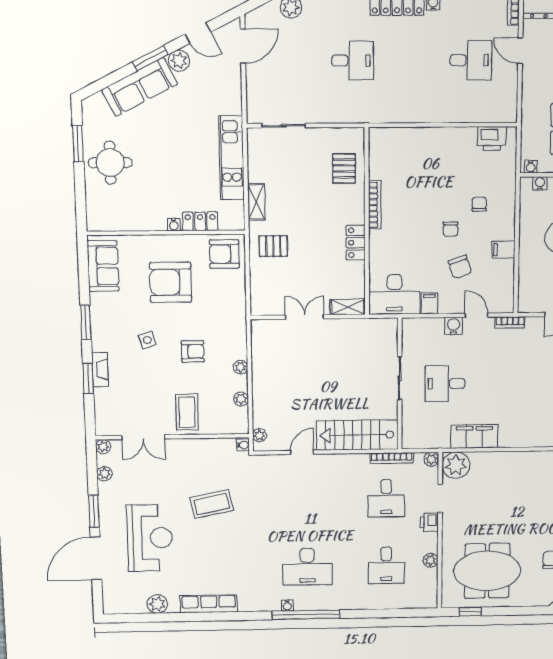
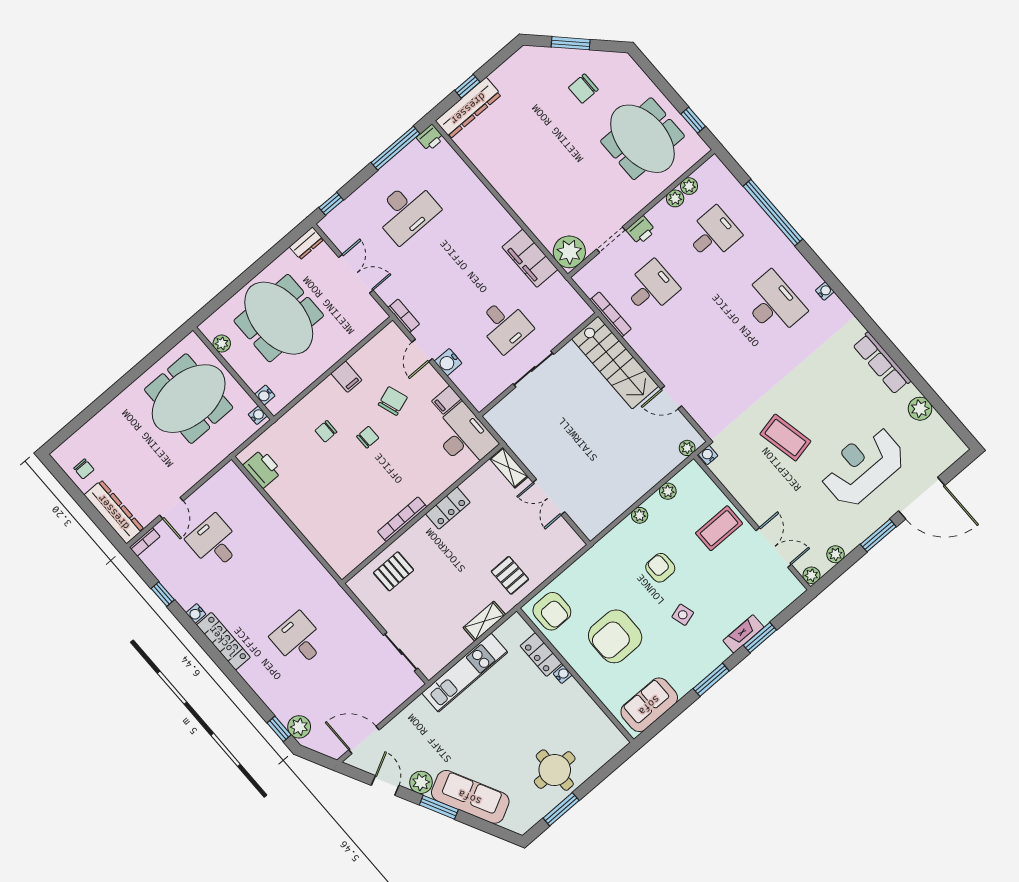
armchair: (171, 282) -> (615, 636), turned 90
plant: (431, 459) -> (689, 186), moved
window: (306, 615) -> (773, 213), moved

